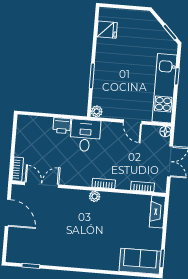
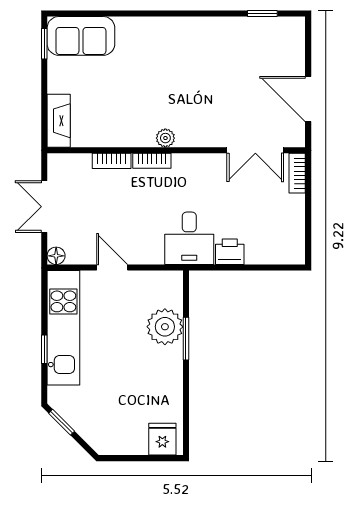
fridge: (107, 30) -> (162, 439), moved, turned 90
plant: (97, 111) -> (165, 327), moved, width x1.87, depth x1.87
bookcase: (143, 187) -> (112, 161), moved

